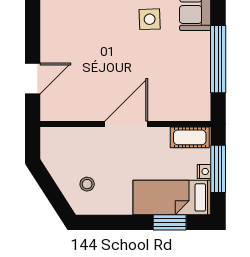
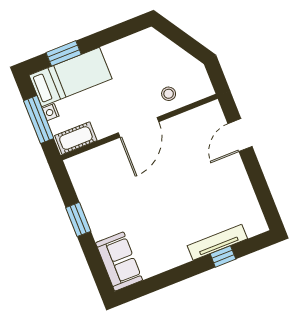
side table: (150, 19) -> (155, 231), removed
window: (218, 59) -> (78, 219), width x0.47
stool: (87, 184) -> (169, 94), moved

